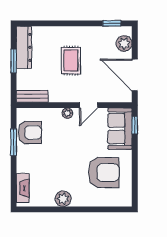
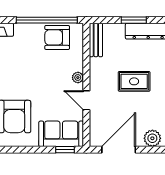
armchair: (30, 132) -> (57, 37), turned 90
window: (14, 142) -> (47, 20), width x2.11

